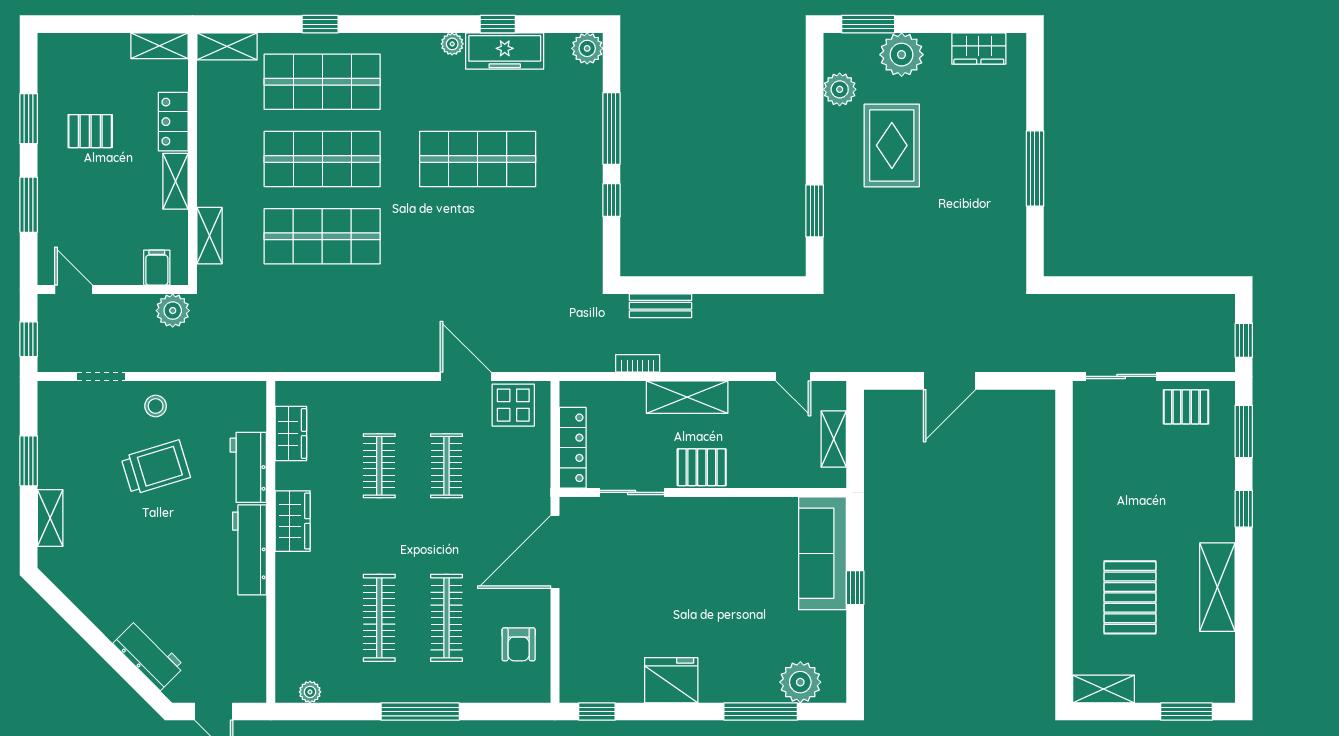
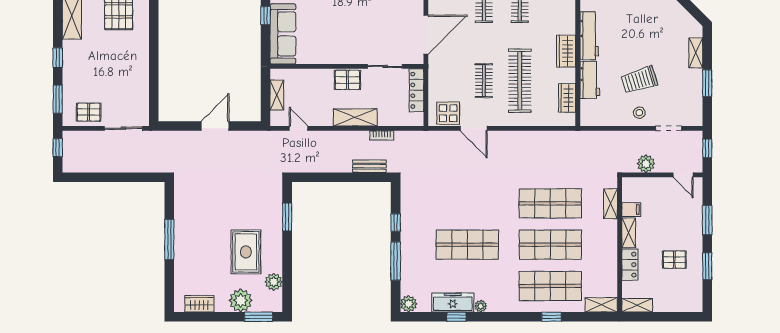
filing cabinet: (157, 268) -> (631, 210), moved, turned -90
plant: (173, 311) -> (646, 164), moved
clothes rail: (379, 466) -> (520, 81), width x1.86, depth x1.31

